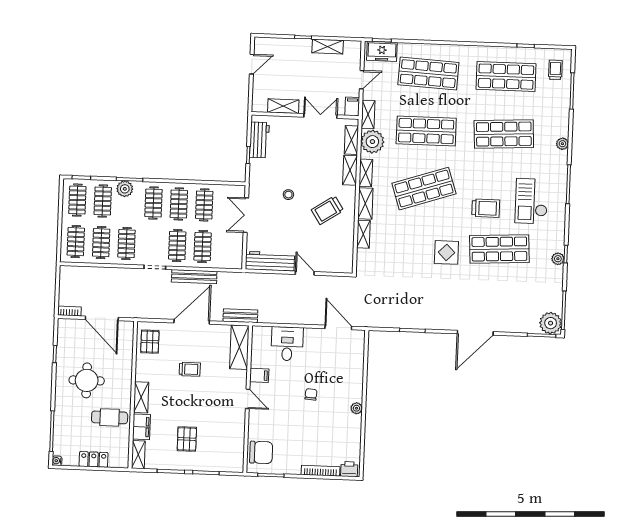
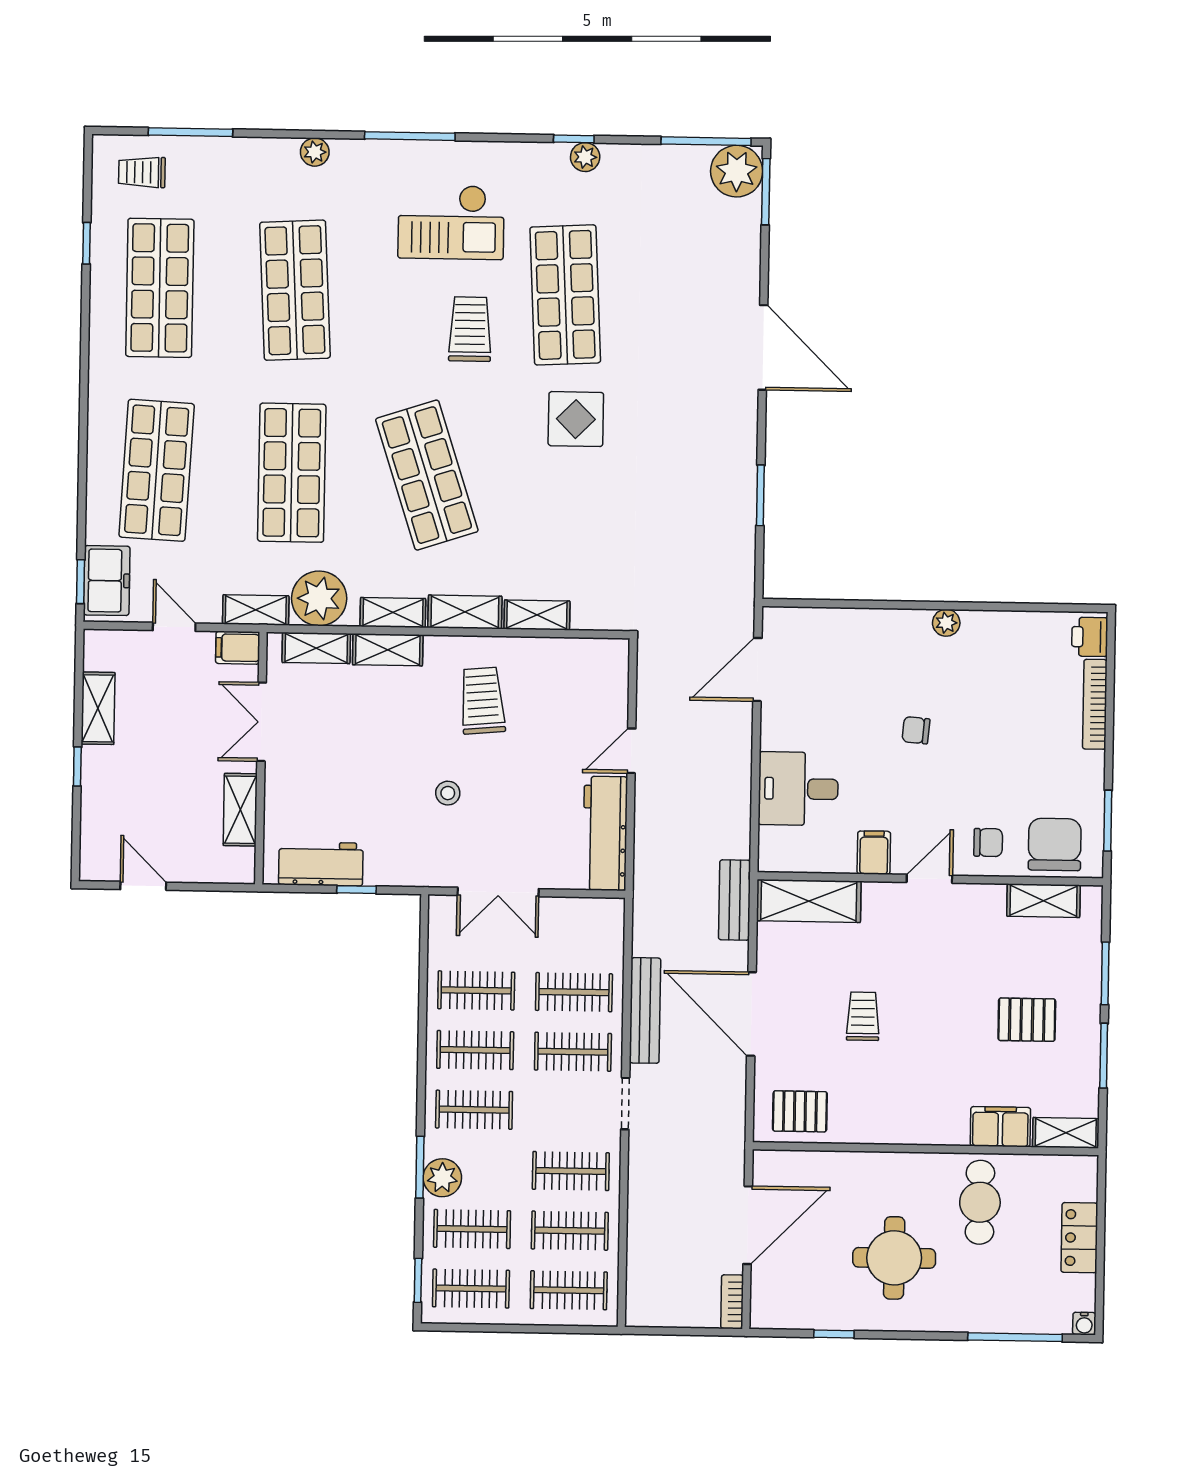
trolley: (327, 210) -> (482, 701), turned -152
shelving: (141, 397) -> (1043, 901), moved
chair: (263, 424) -> (988, 843), added

